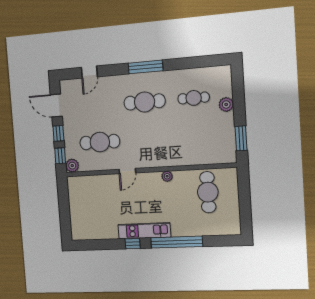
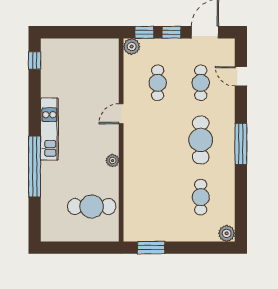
plant: (226, 104) -> (227, 233), moved
cafe table: (97, 106) -> (201, 83), added
cafe table: (100, 142) -> (158, 83), width x0.73, depth x0.74
door: (127, 171) -> (121, 114), hinge flipped
window: (133, 244) -> (35, 60), moved

